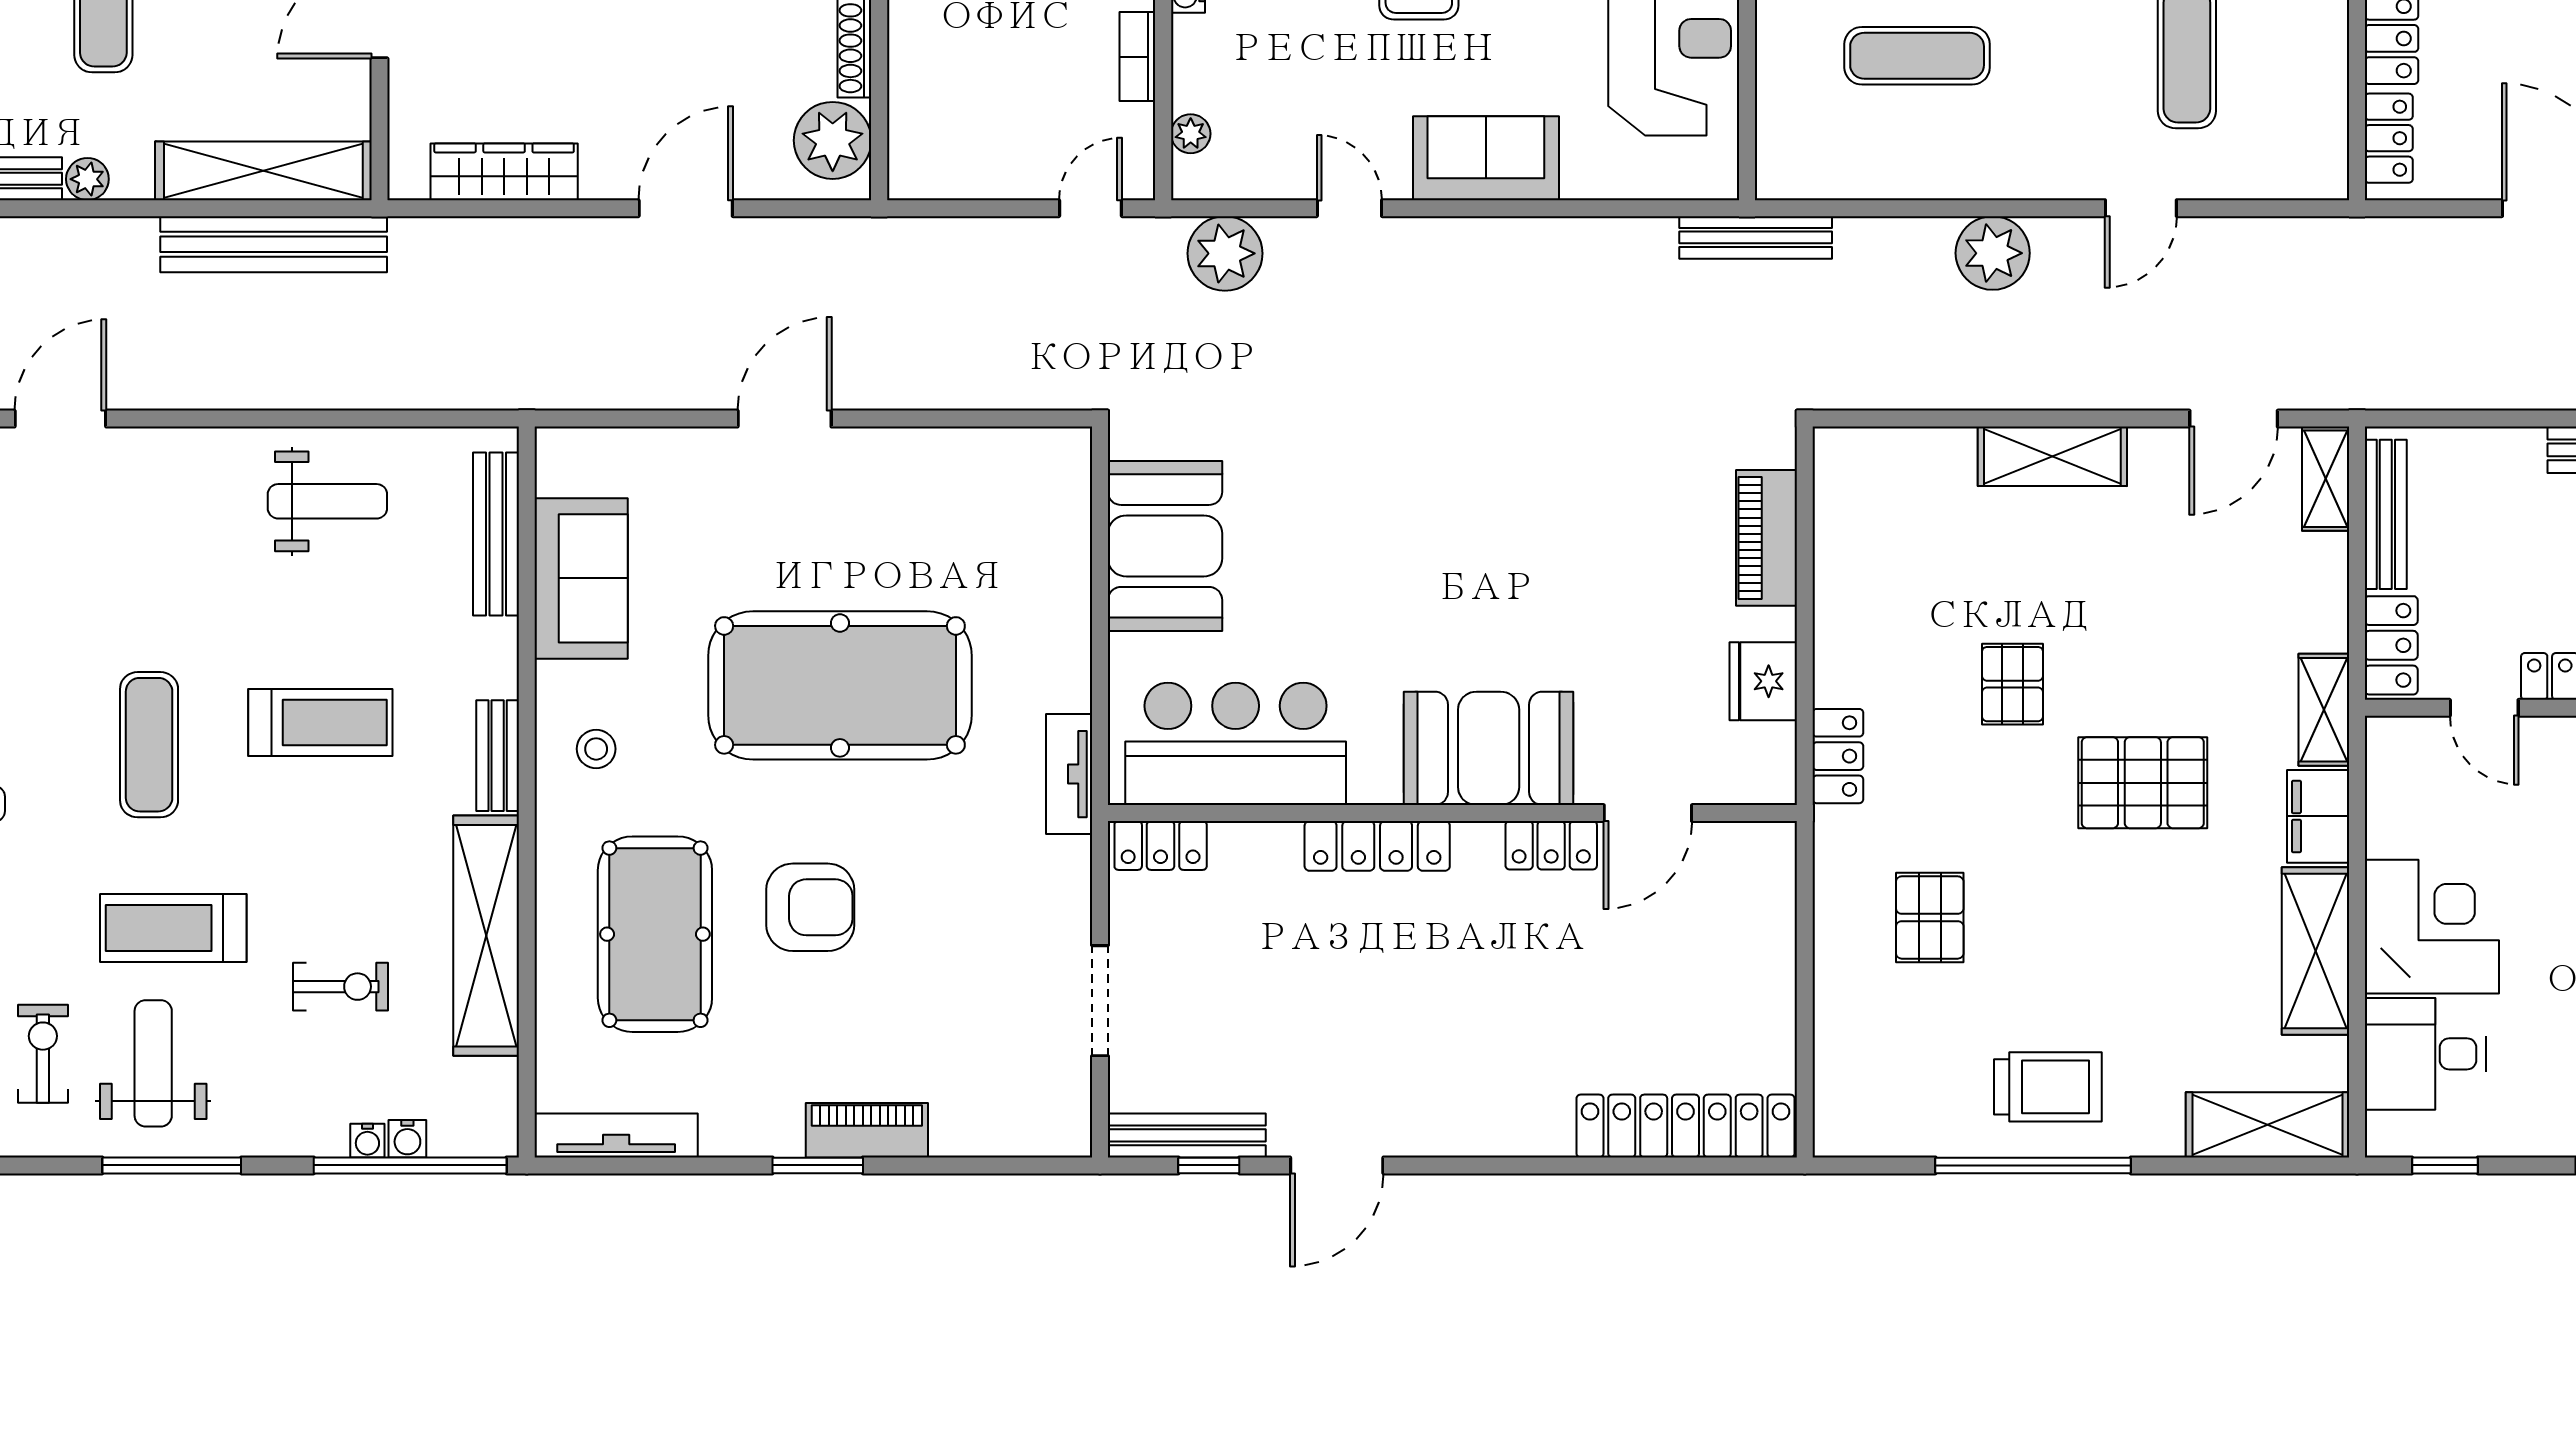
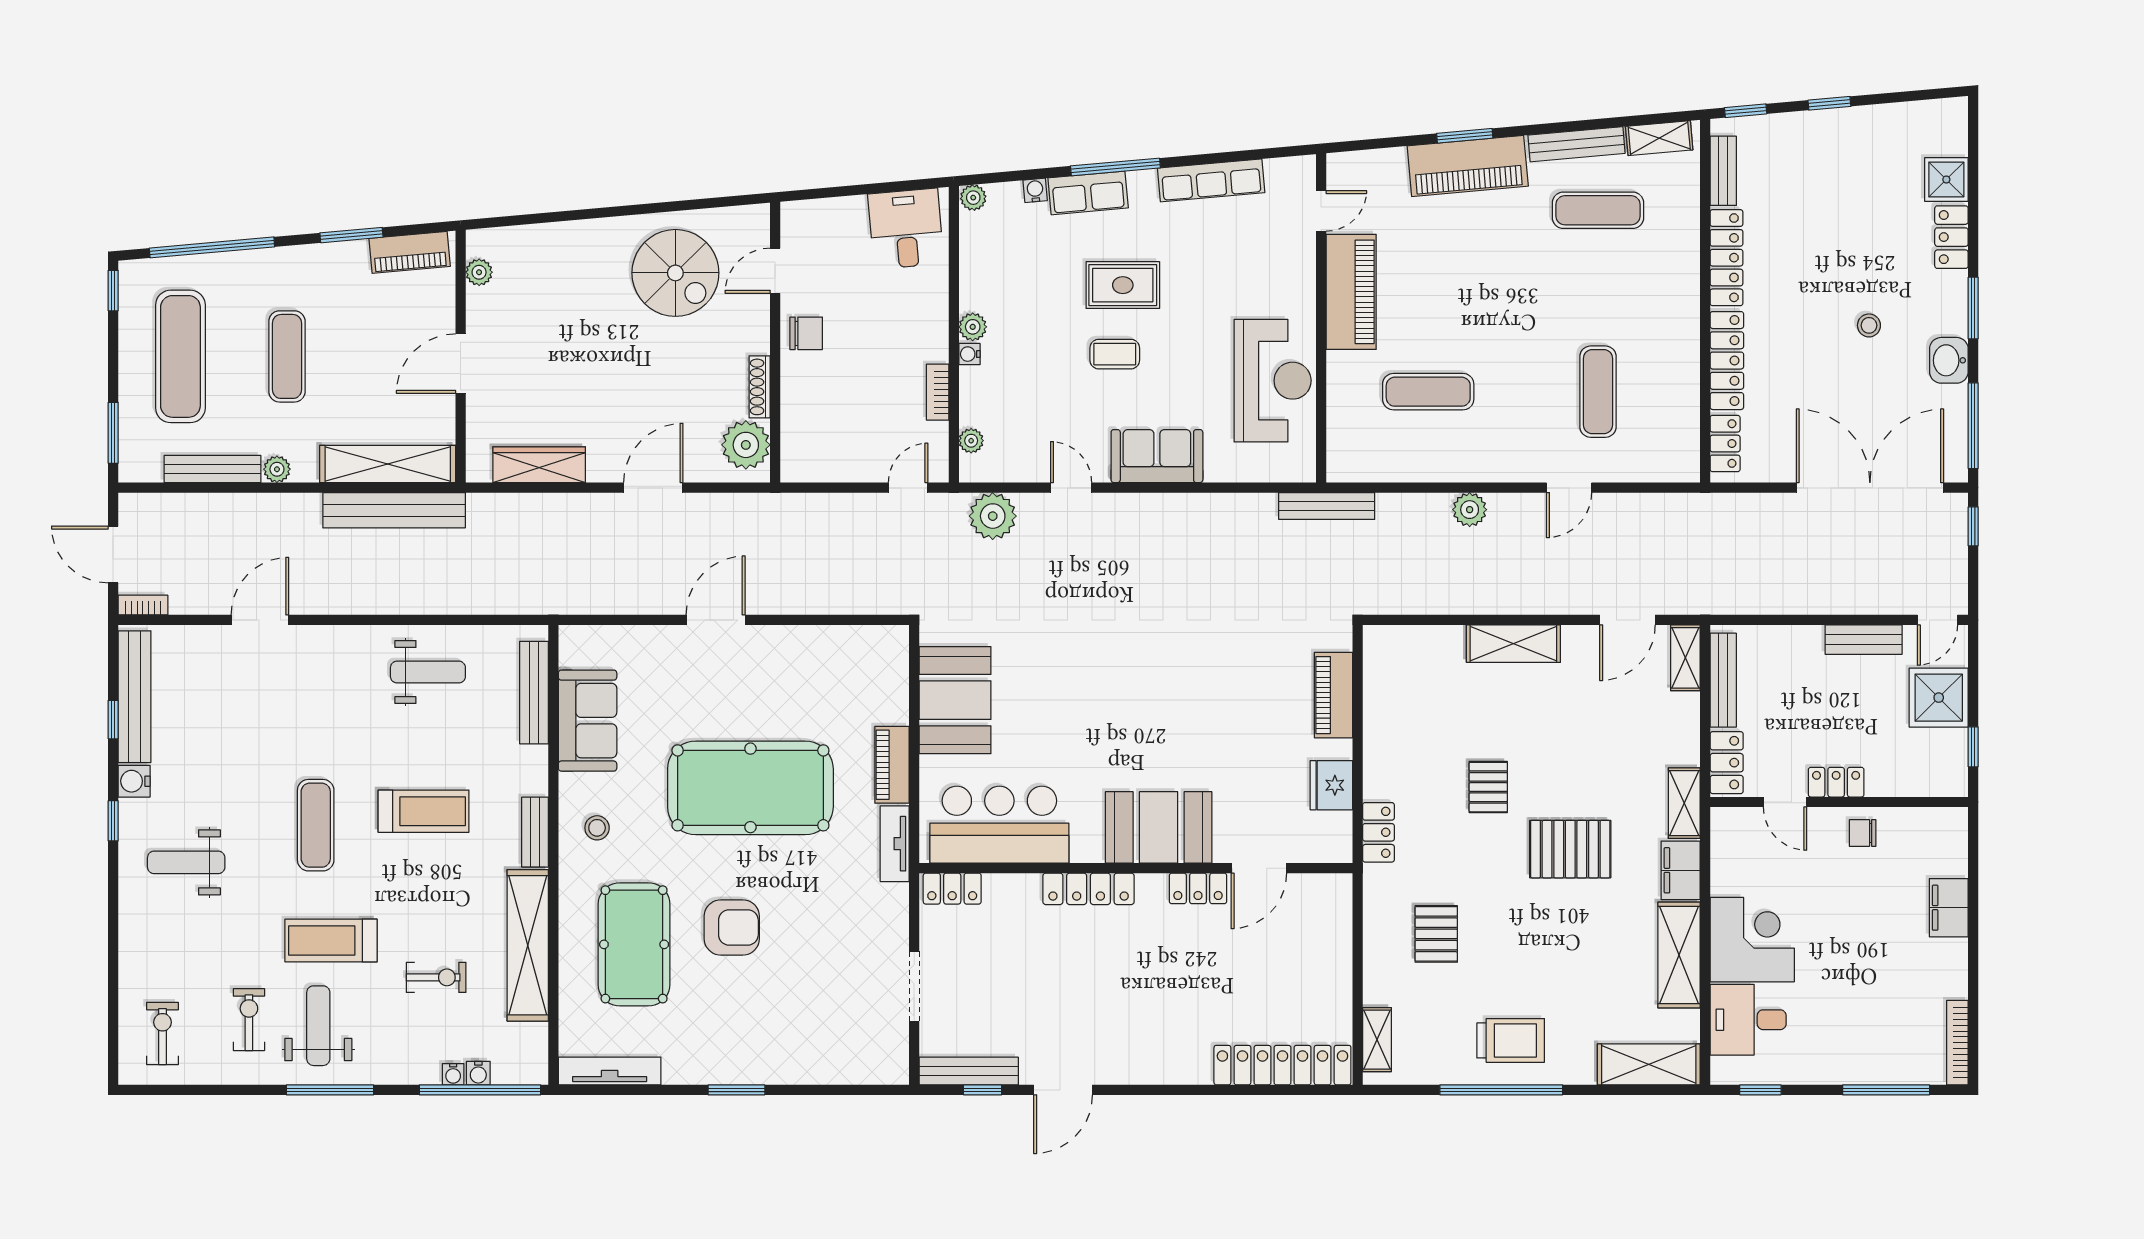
plant: (1993, 253) -> (1470, 510), width x0.73, depth x0.73
shelving: (1836, 1086) -> (1377, 1040), added
piano: (867, 1130) -> (892, 765), moved, turned -90

